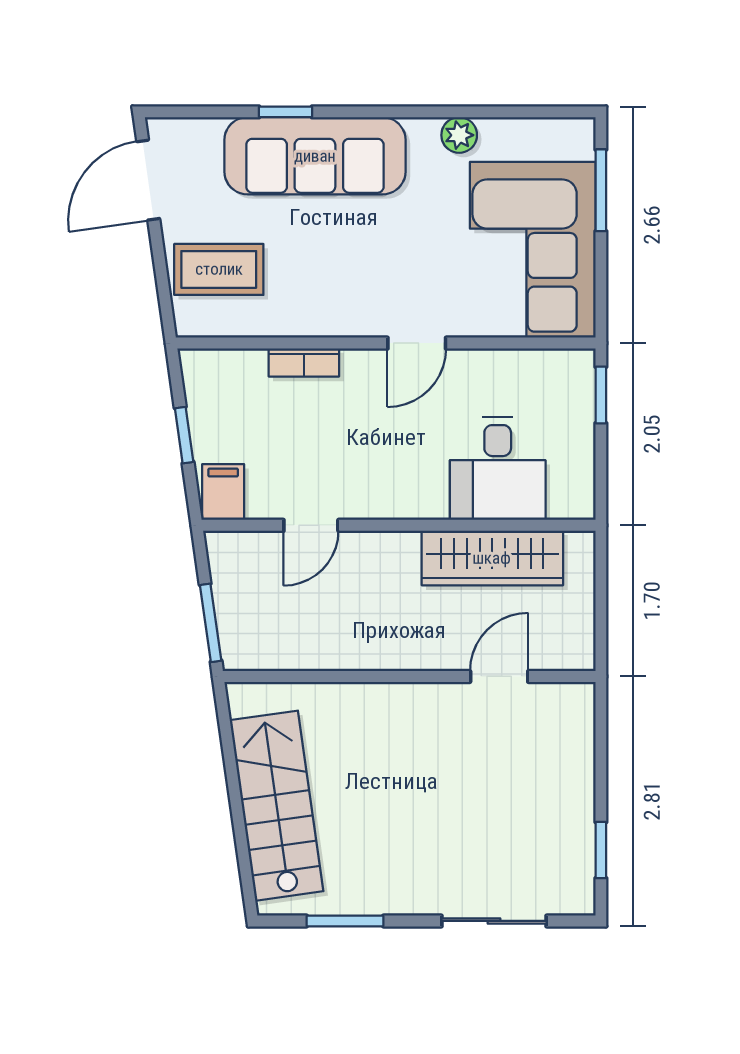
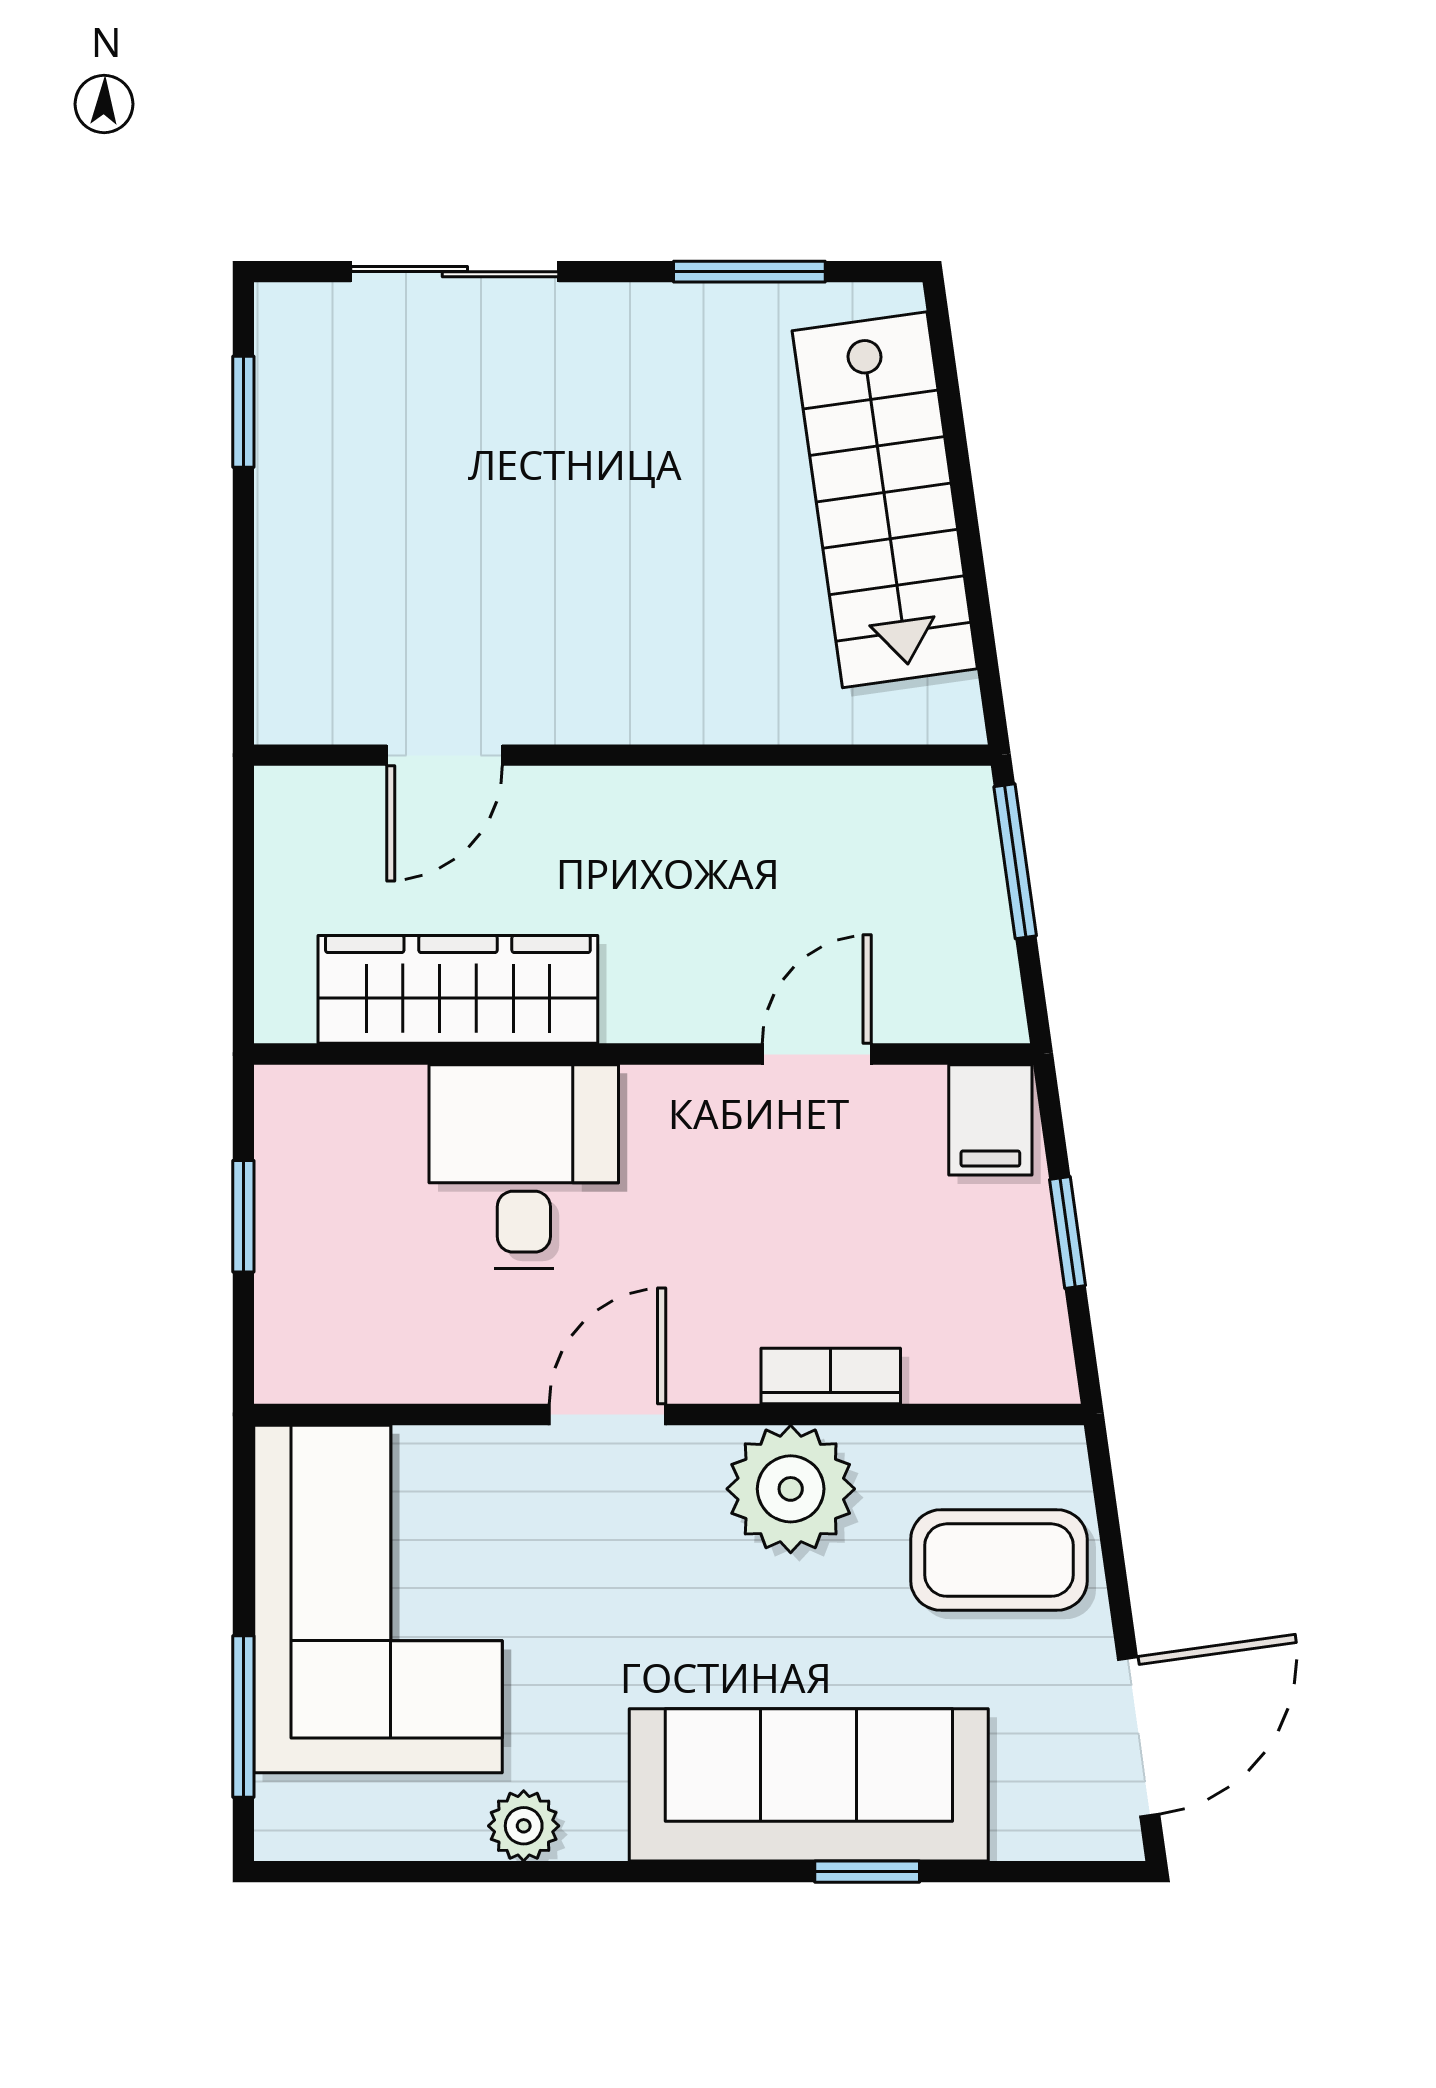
plant: (324, 305) -> (791, 1489), added
window: (601, 395) -> (243, 1216), moved
desk: (498, 468) -> (524, 1167), moved

